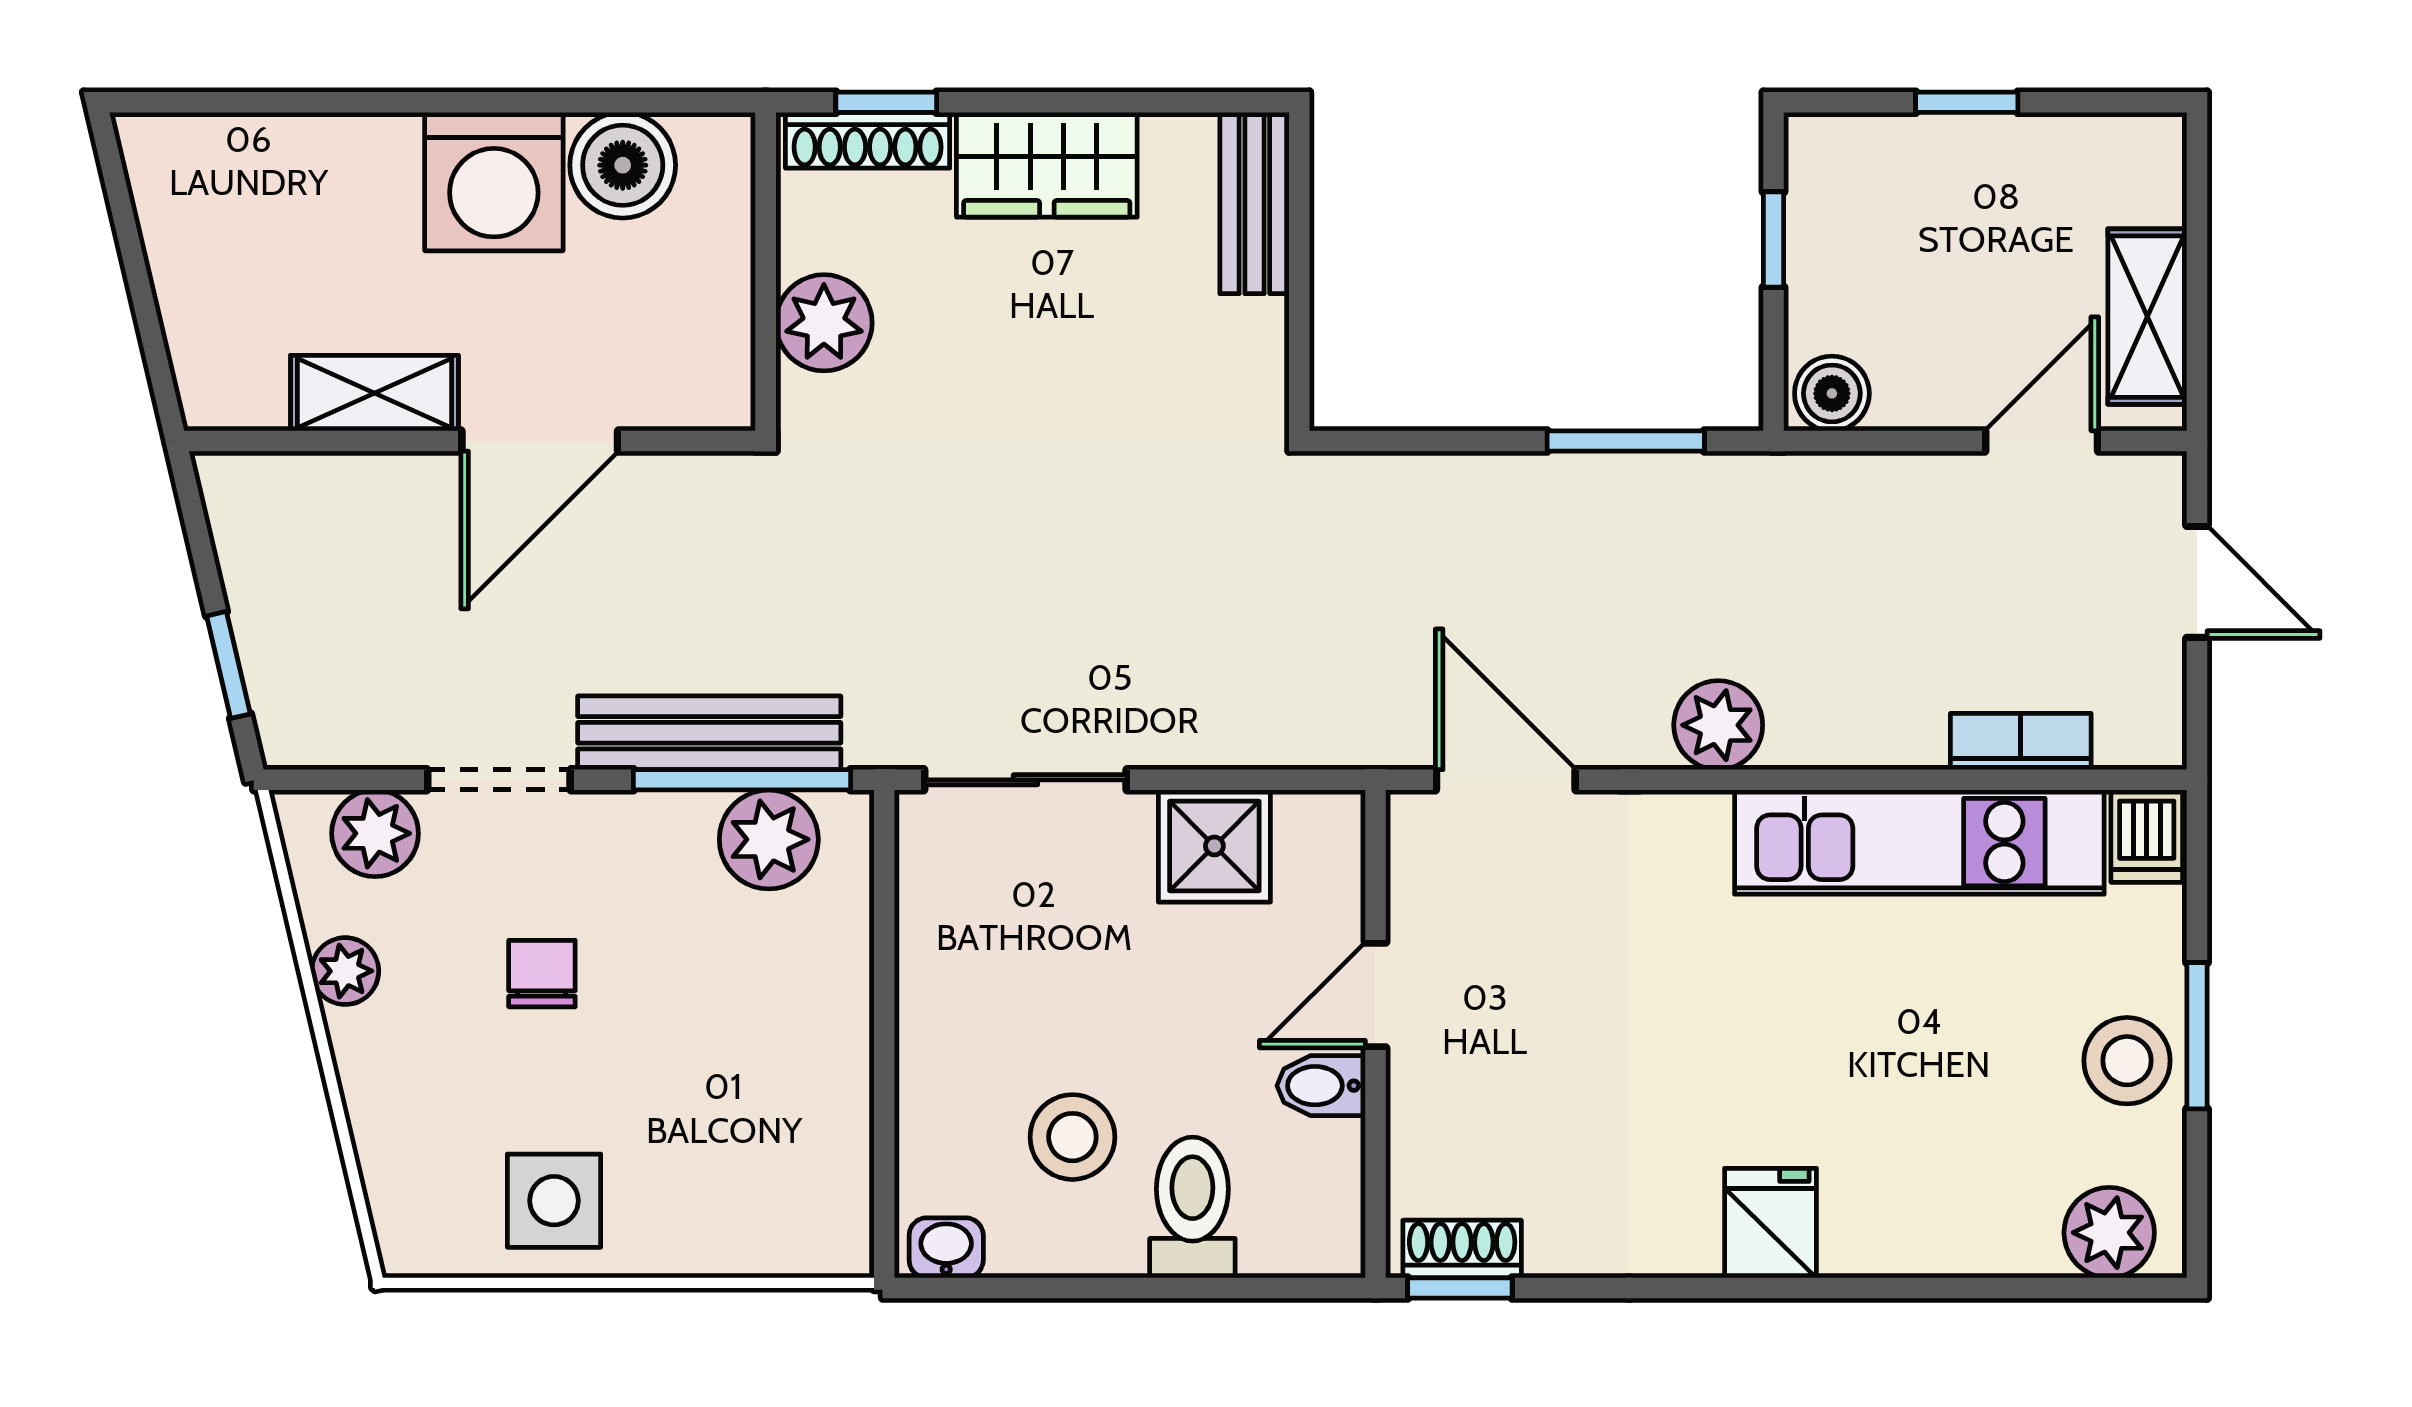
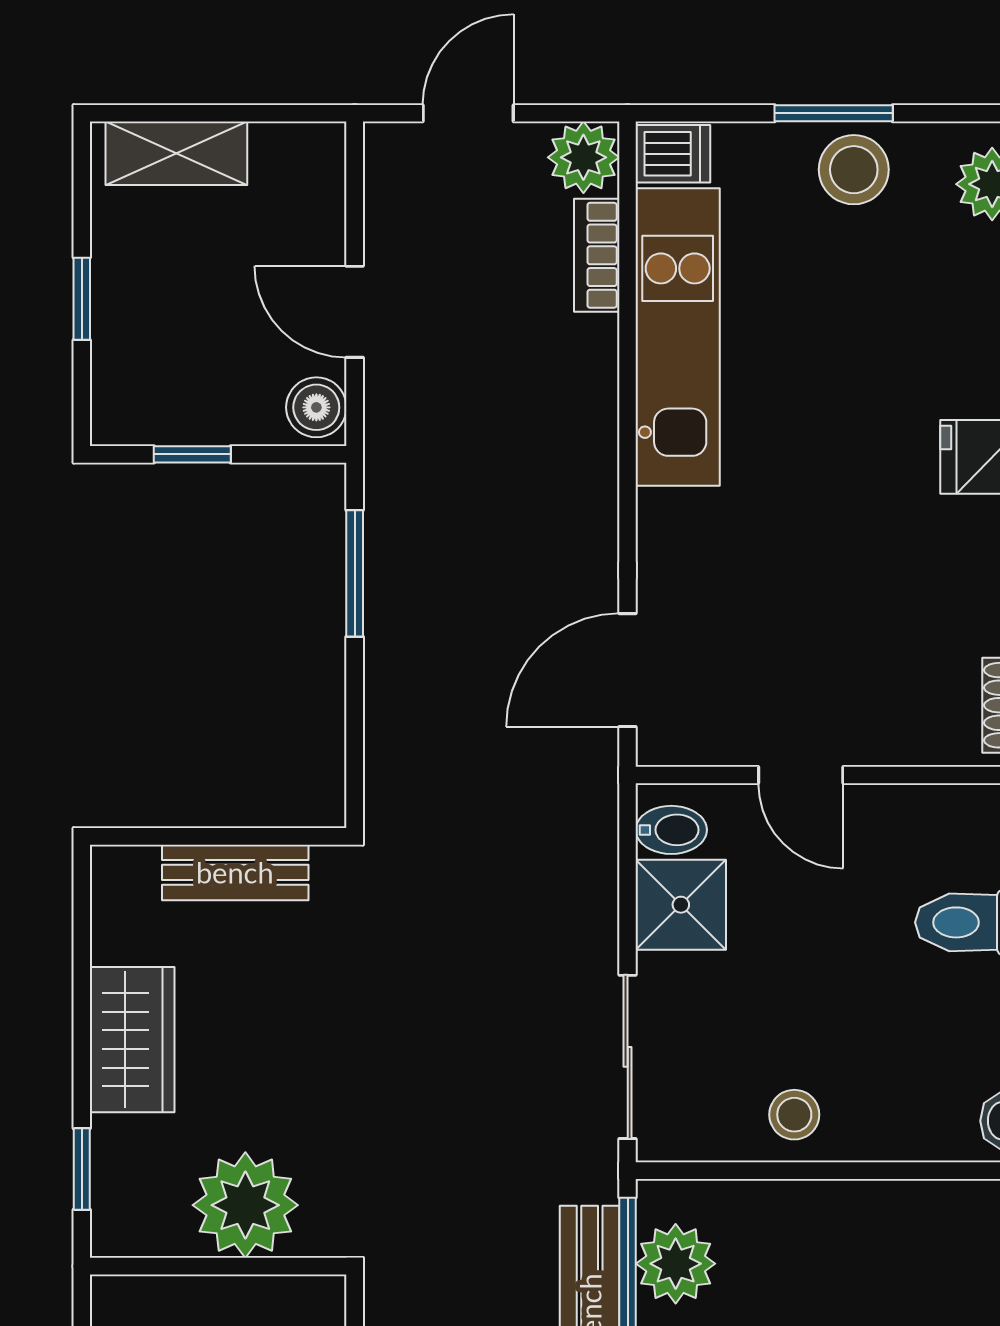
shoe rack: (868, 140) -> (112, 1184), removed
bench: (1254, 203) -> (235, 872), moved
shelving: (2147, 317) -> (176, 153), moved
plant: (824, 323) -> (245, 1205), width x1.36, depth x1.36
door: (2042, 441) -> (355, 312), moved
plant: (1718, 725) -> (583, 157), moved
bidet: (1321, 1086) -> (671, 830), moved, turned -90
stool: (1072, 1137) -> (794, 1115), moved, width x0.73, depth x0.73

